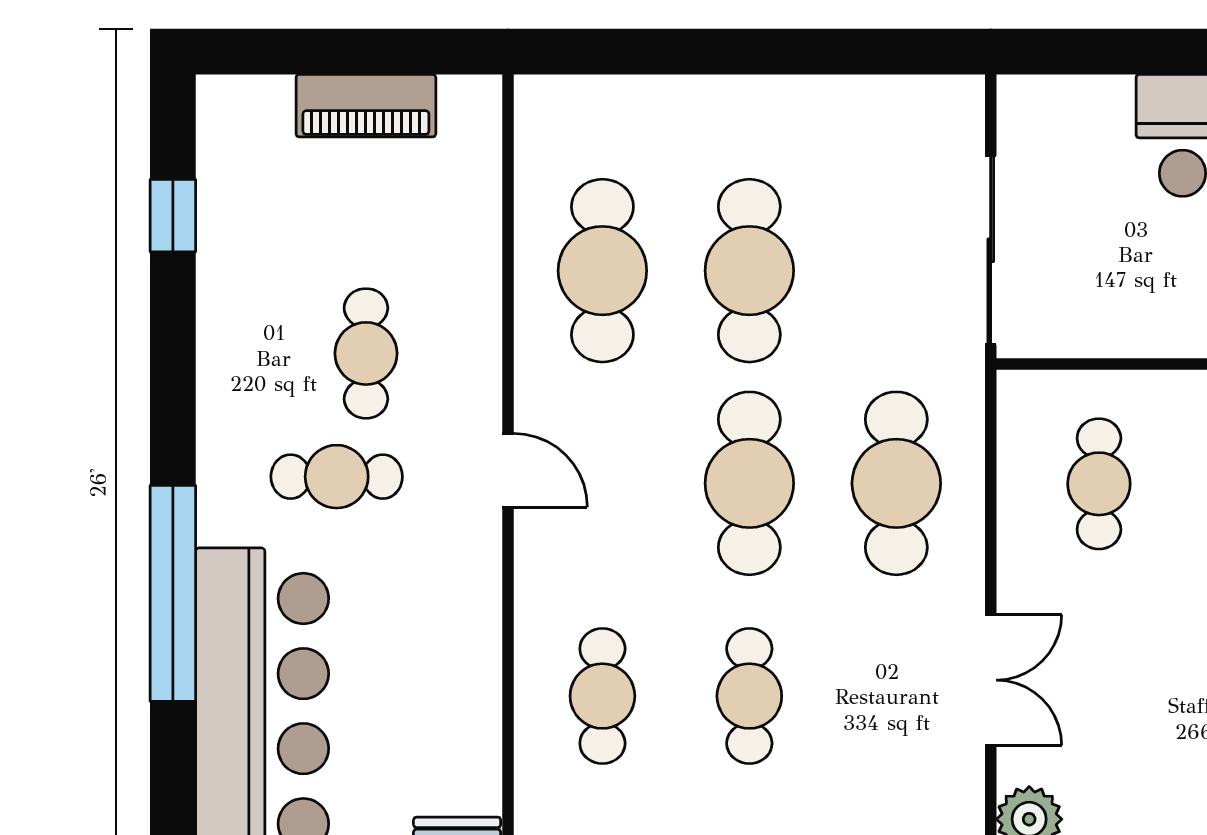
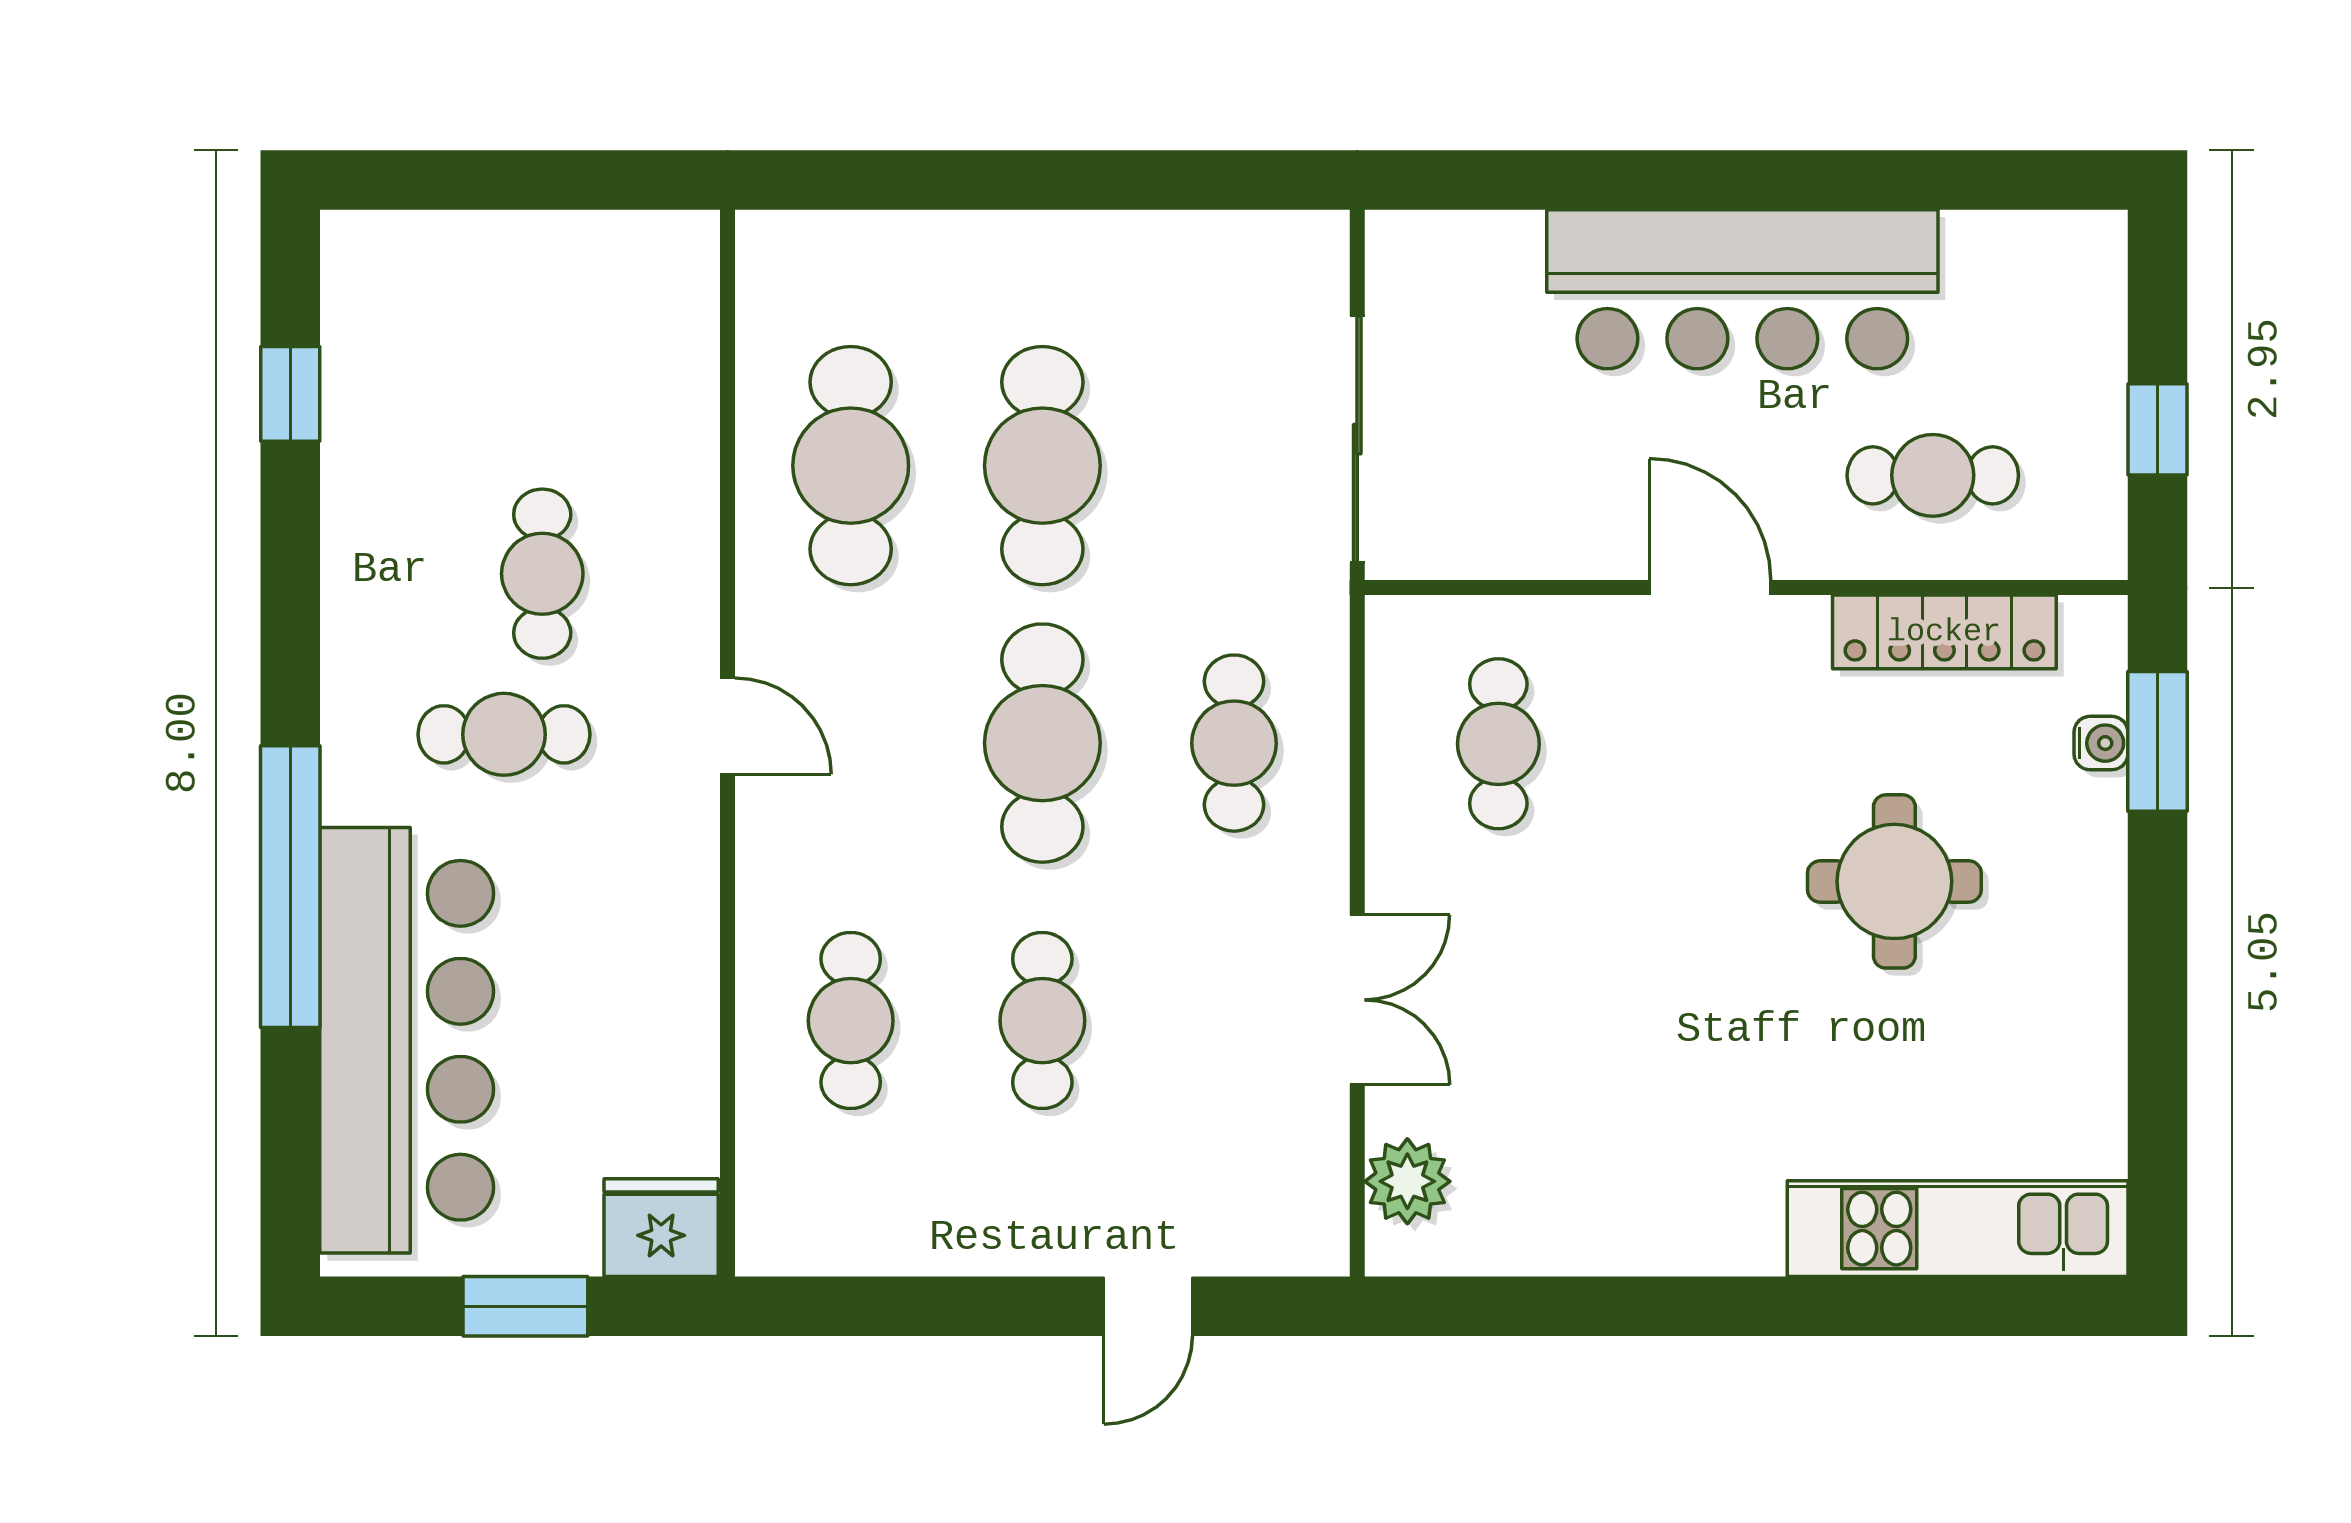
piano: (366, 106) -> (542, 250), removed
cafe table: (896, 483) -> (1234, 743), width x0.73, depth x0.74

